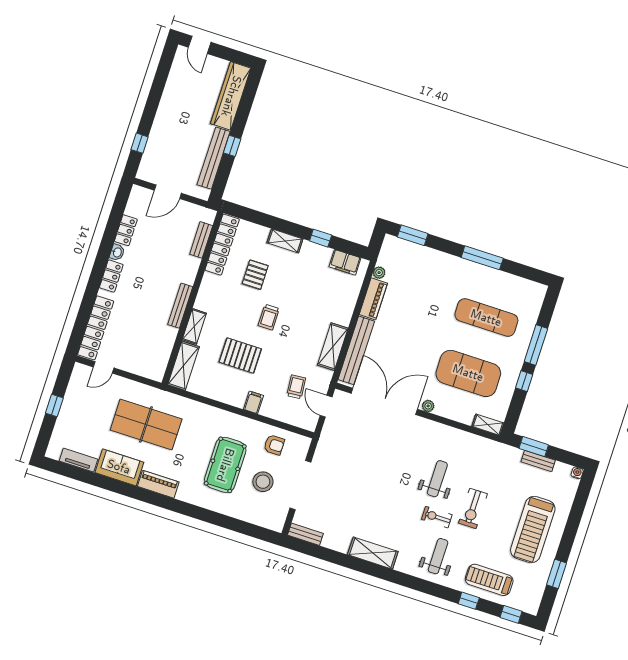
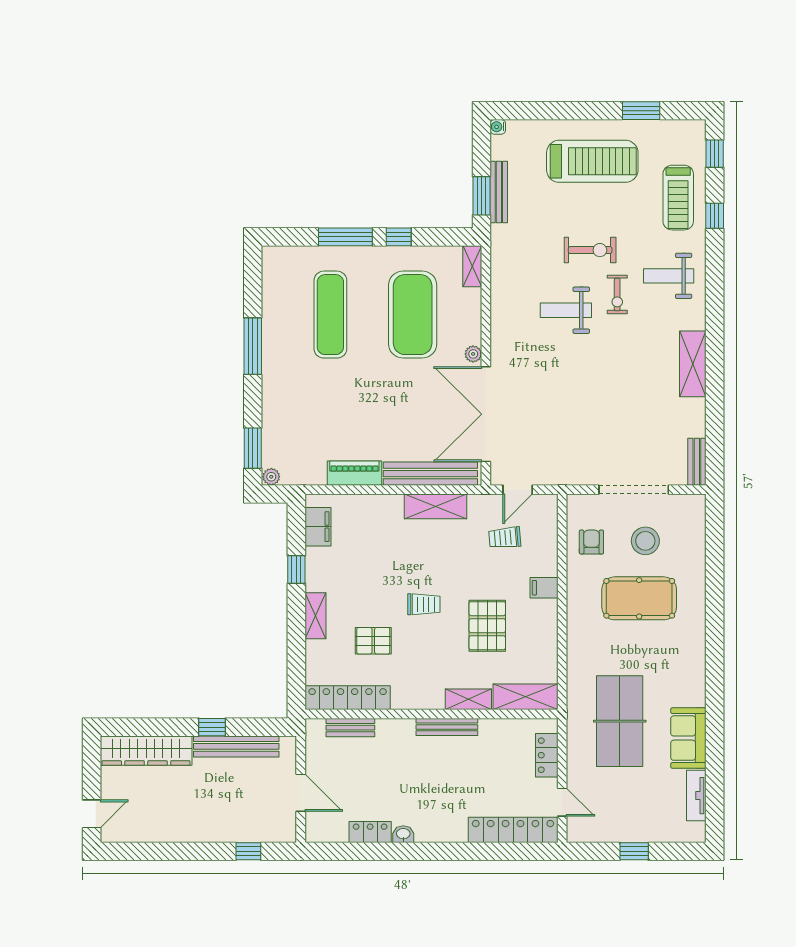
plant: (379, 273) -> (271, 477), moved
locker: (111, 276) -> (547, 755), moved, turned -90
bench: (538, 461) -> (499, 192), width x1.36
piano: (158, 484) -> (694, 679), removed

